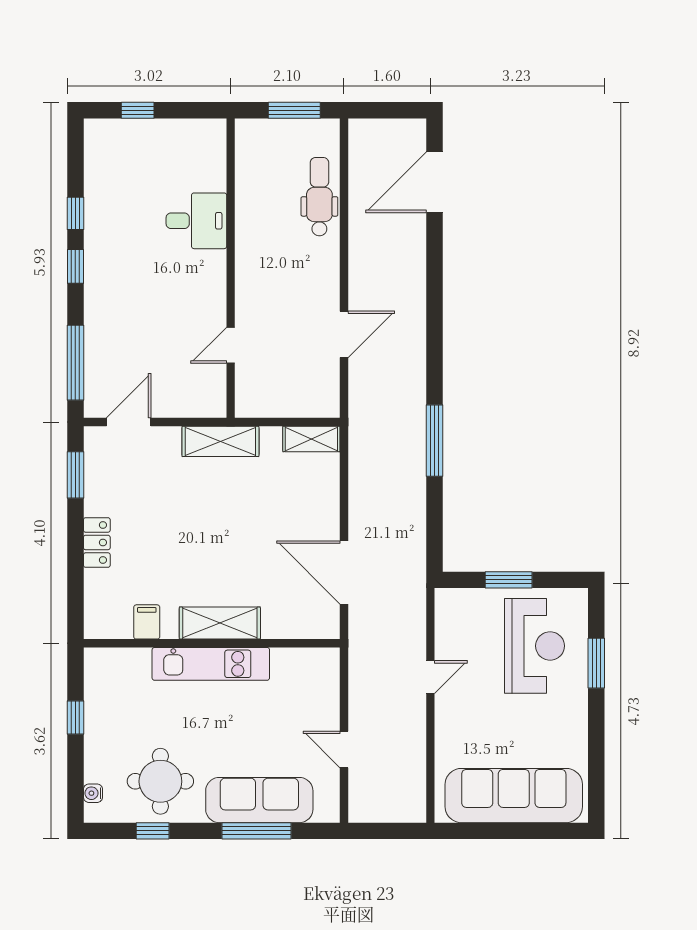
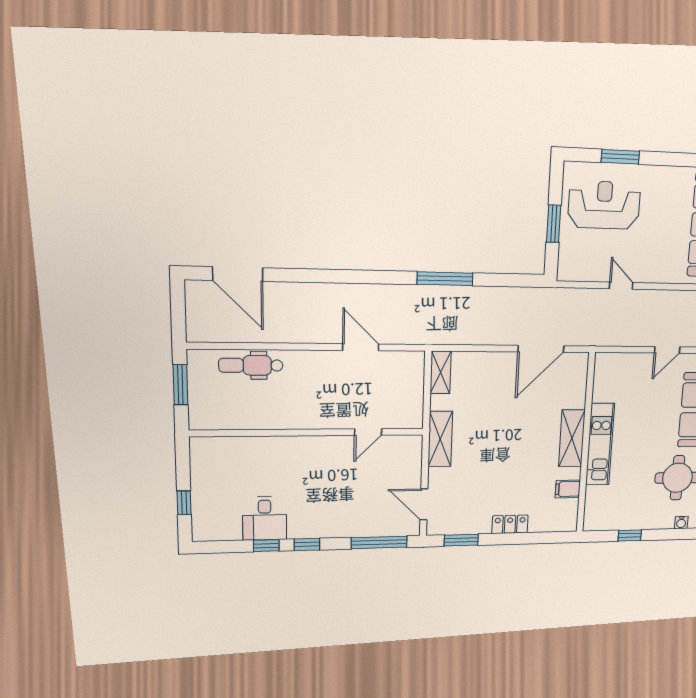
desk: (196, 221) -> (265, 518), moved, turned 180
door: (231, 345) -> (368, 432), hinge flipped

